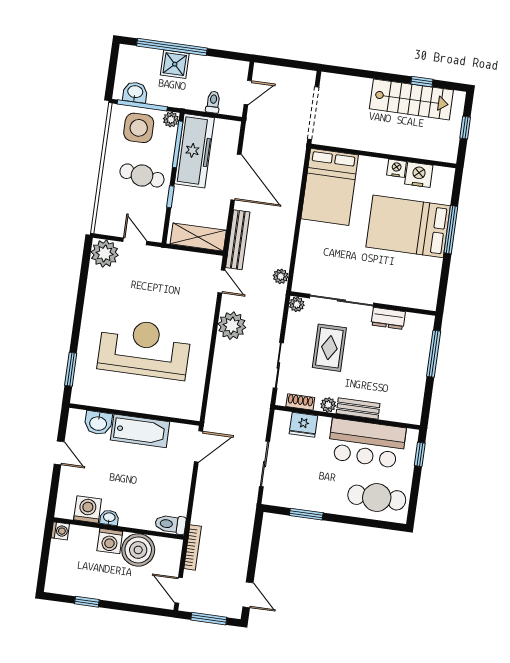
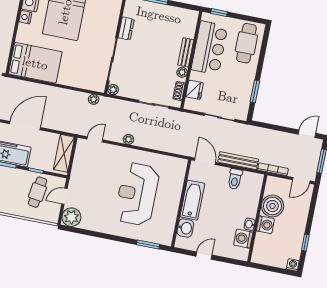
cafe table: (142, 175) -> (38, 192), moved
bench: (238, 240) -> (238, 161), moved
plant: (232, 326) -> (128, 139), width x0.53, depth x0.53
rug: (329, 348) -> (144, 69), removed
toilet: (170, 524) -> (235, 179), moved
washing machine: (60, 531) -> (293, 265), moved

